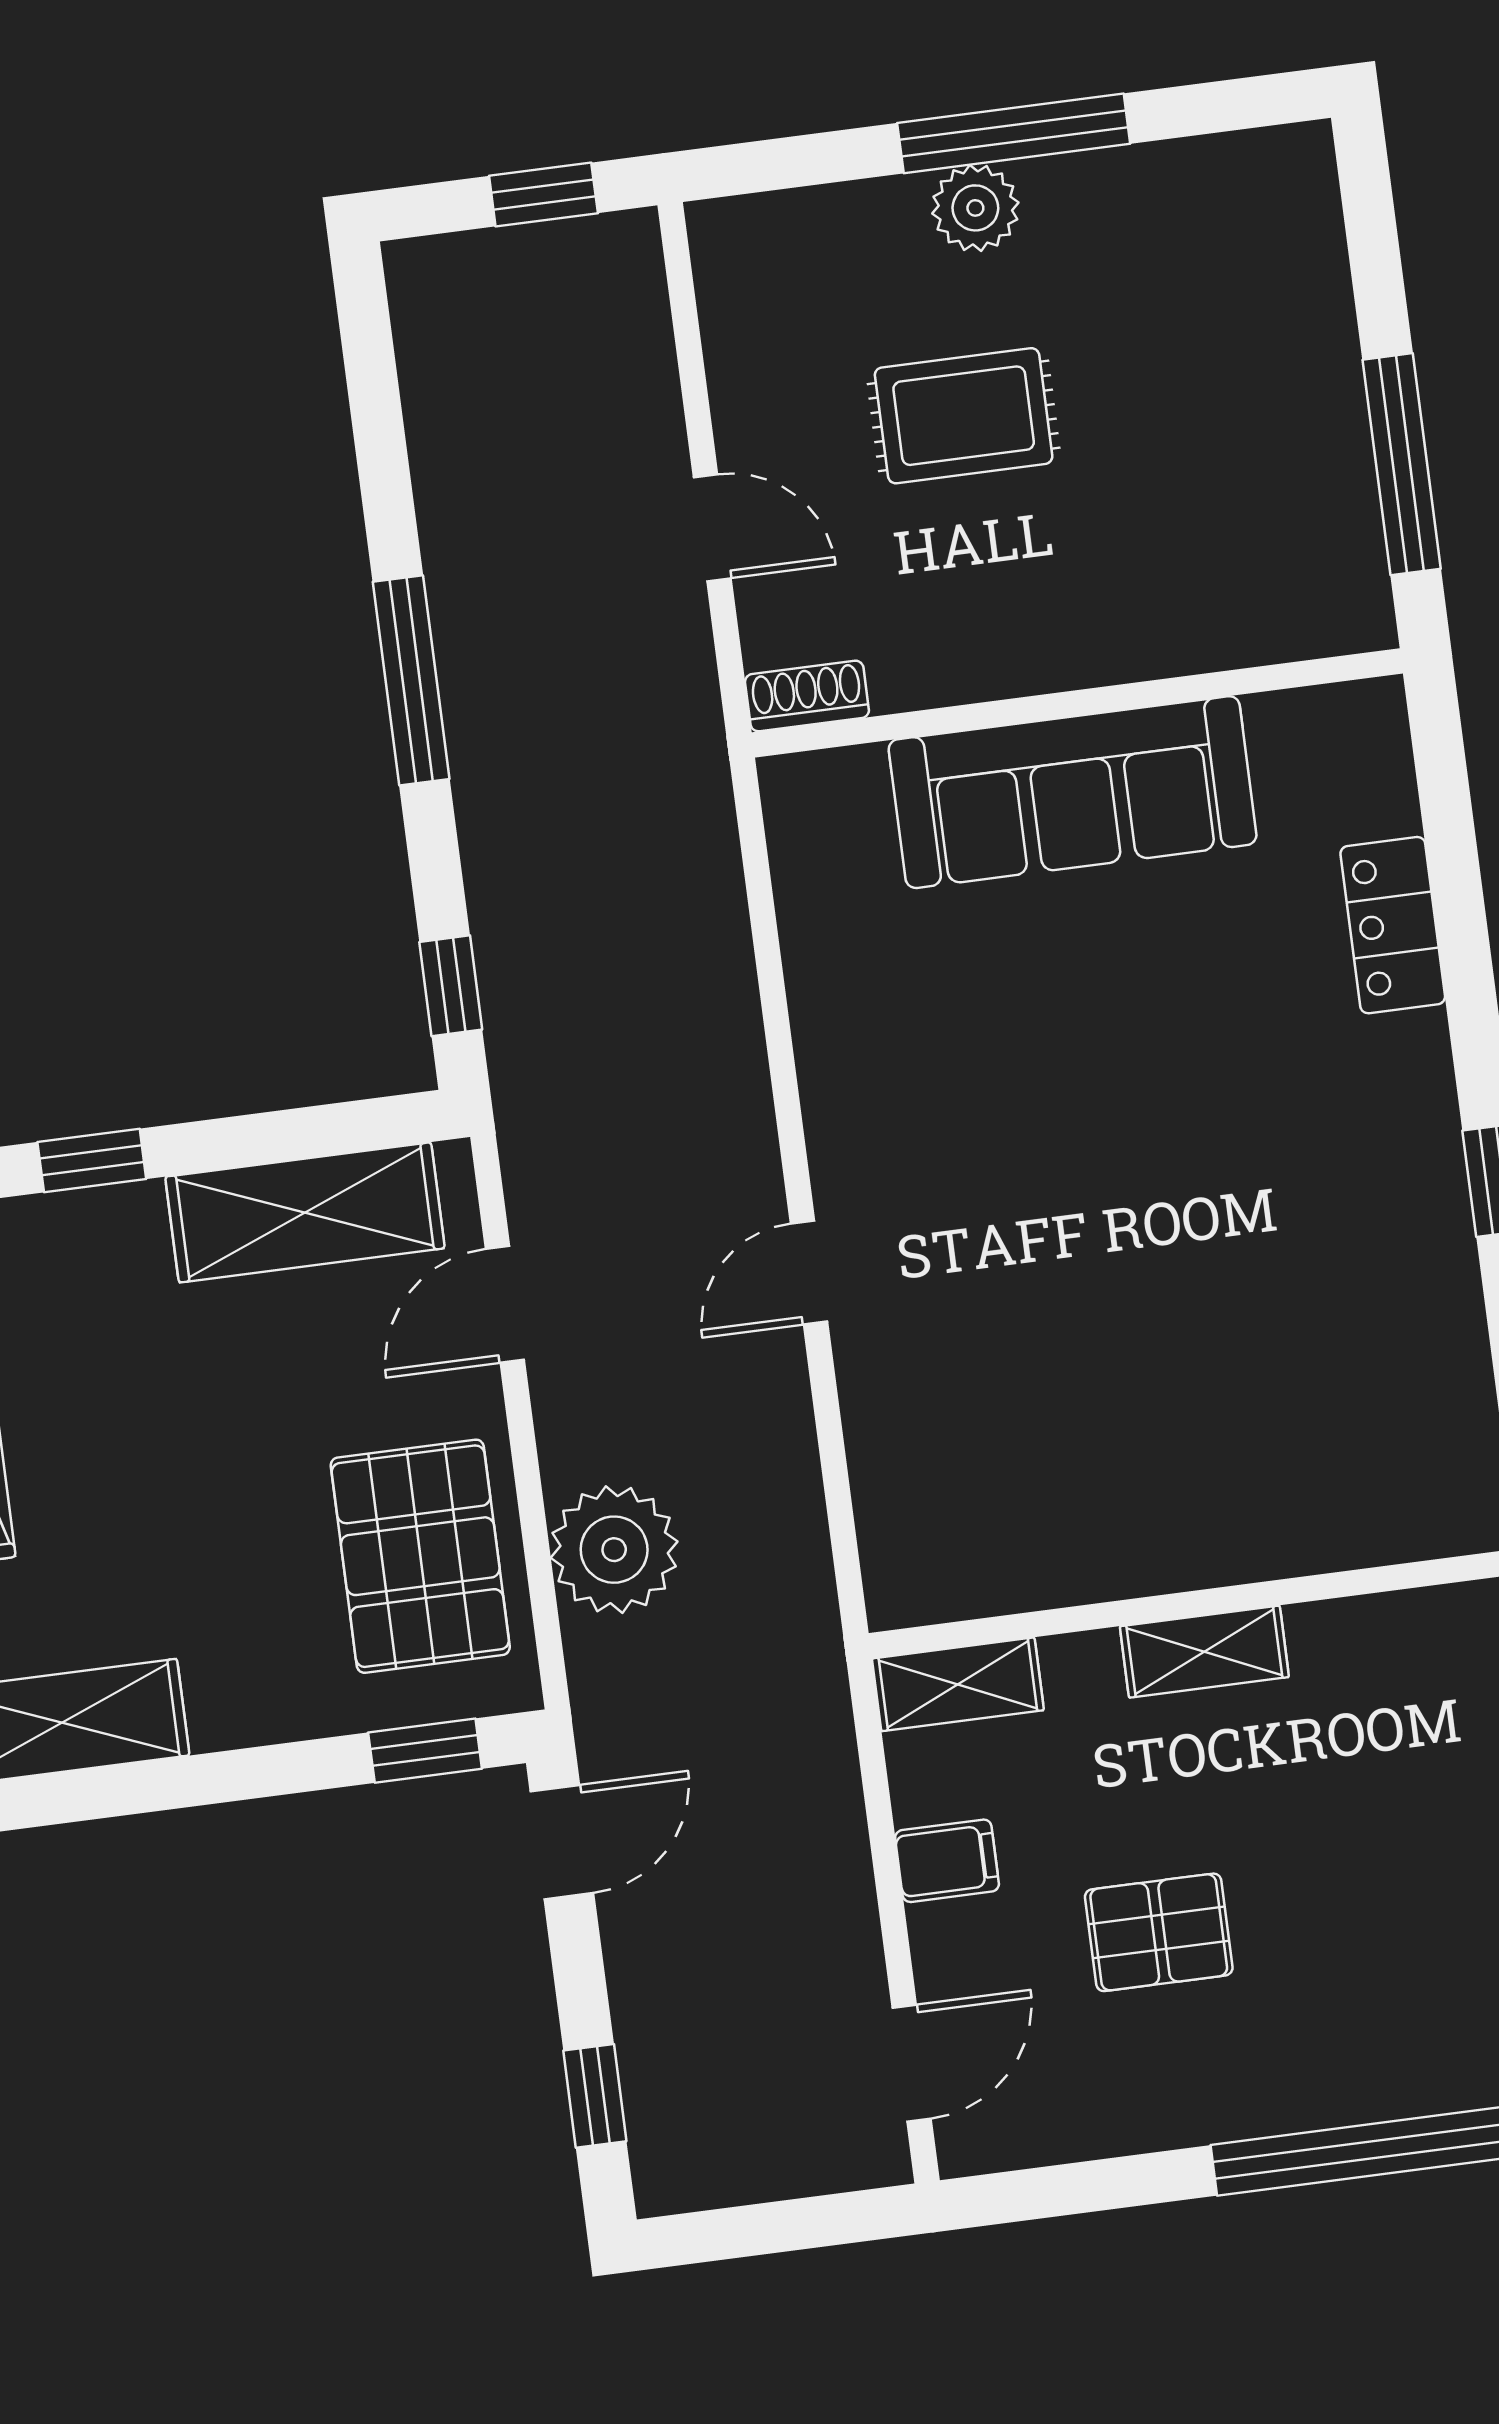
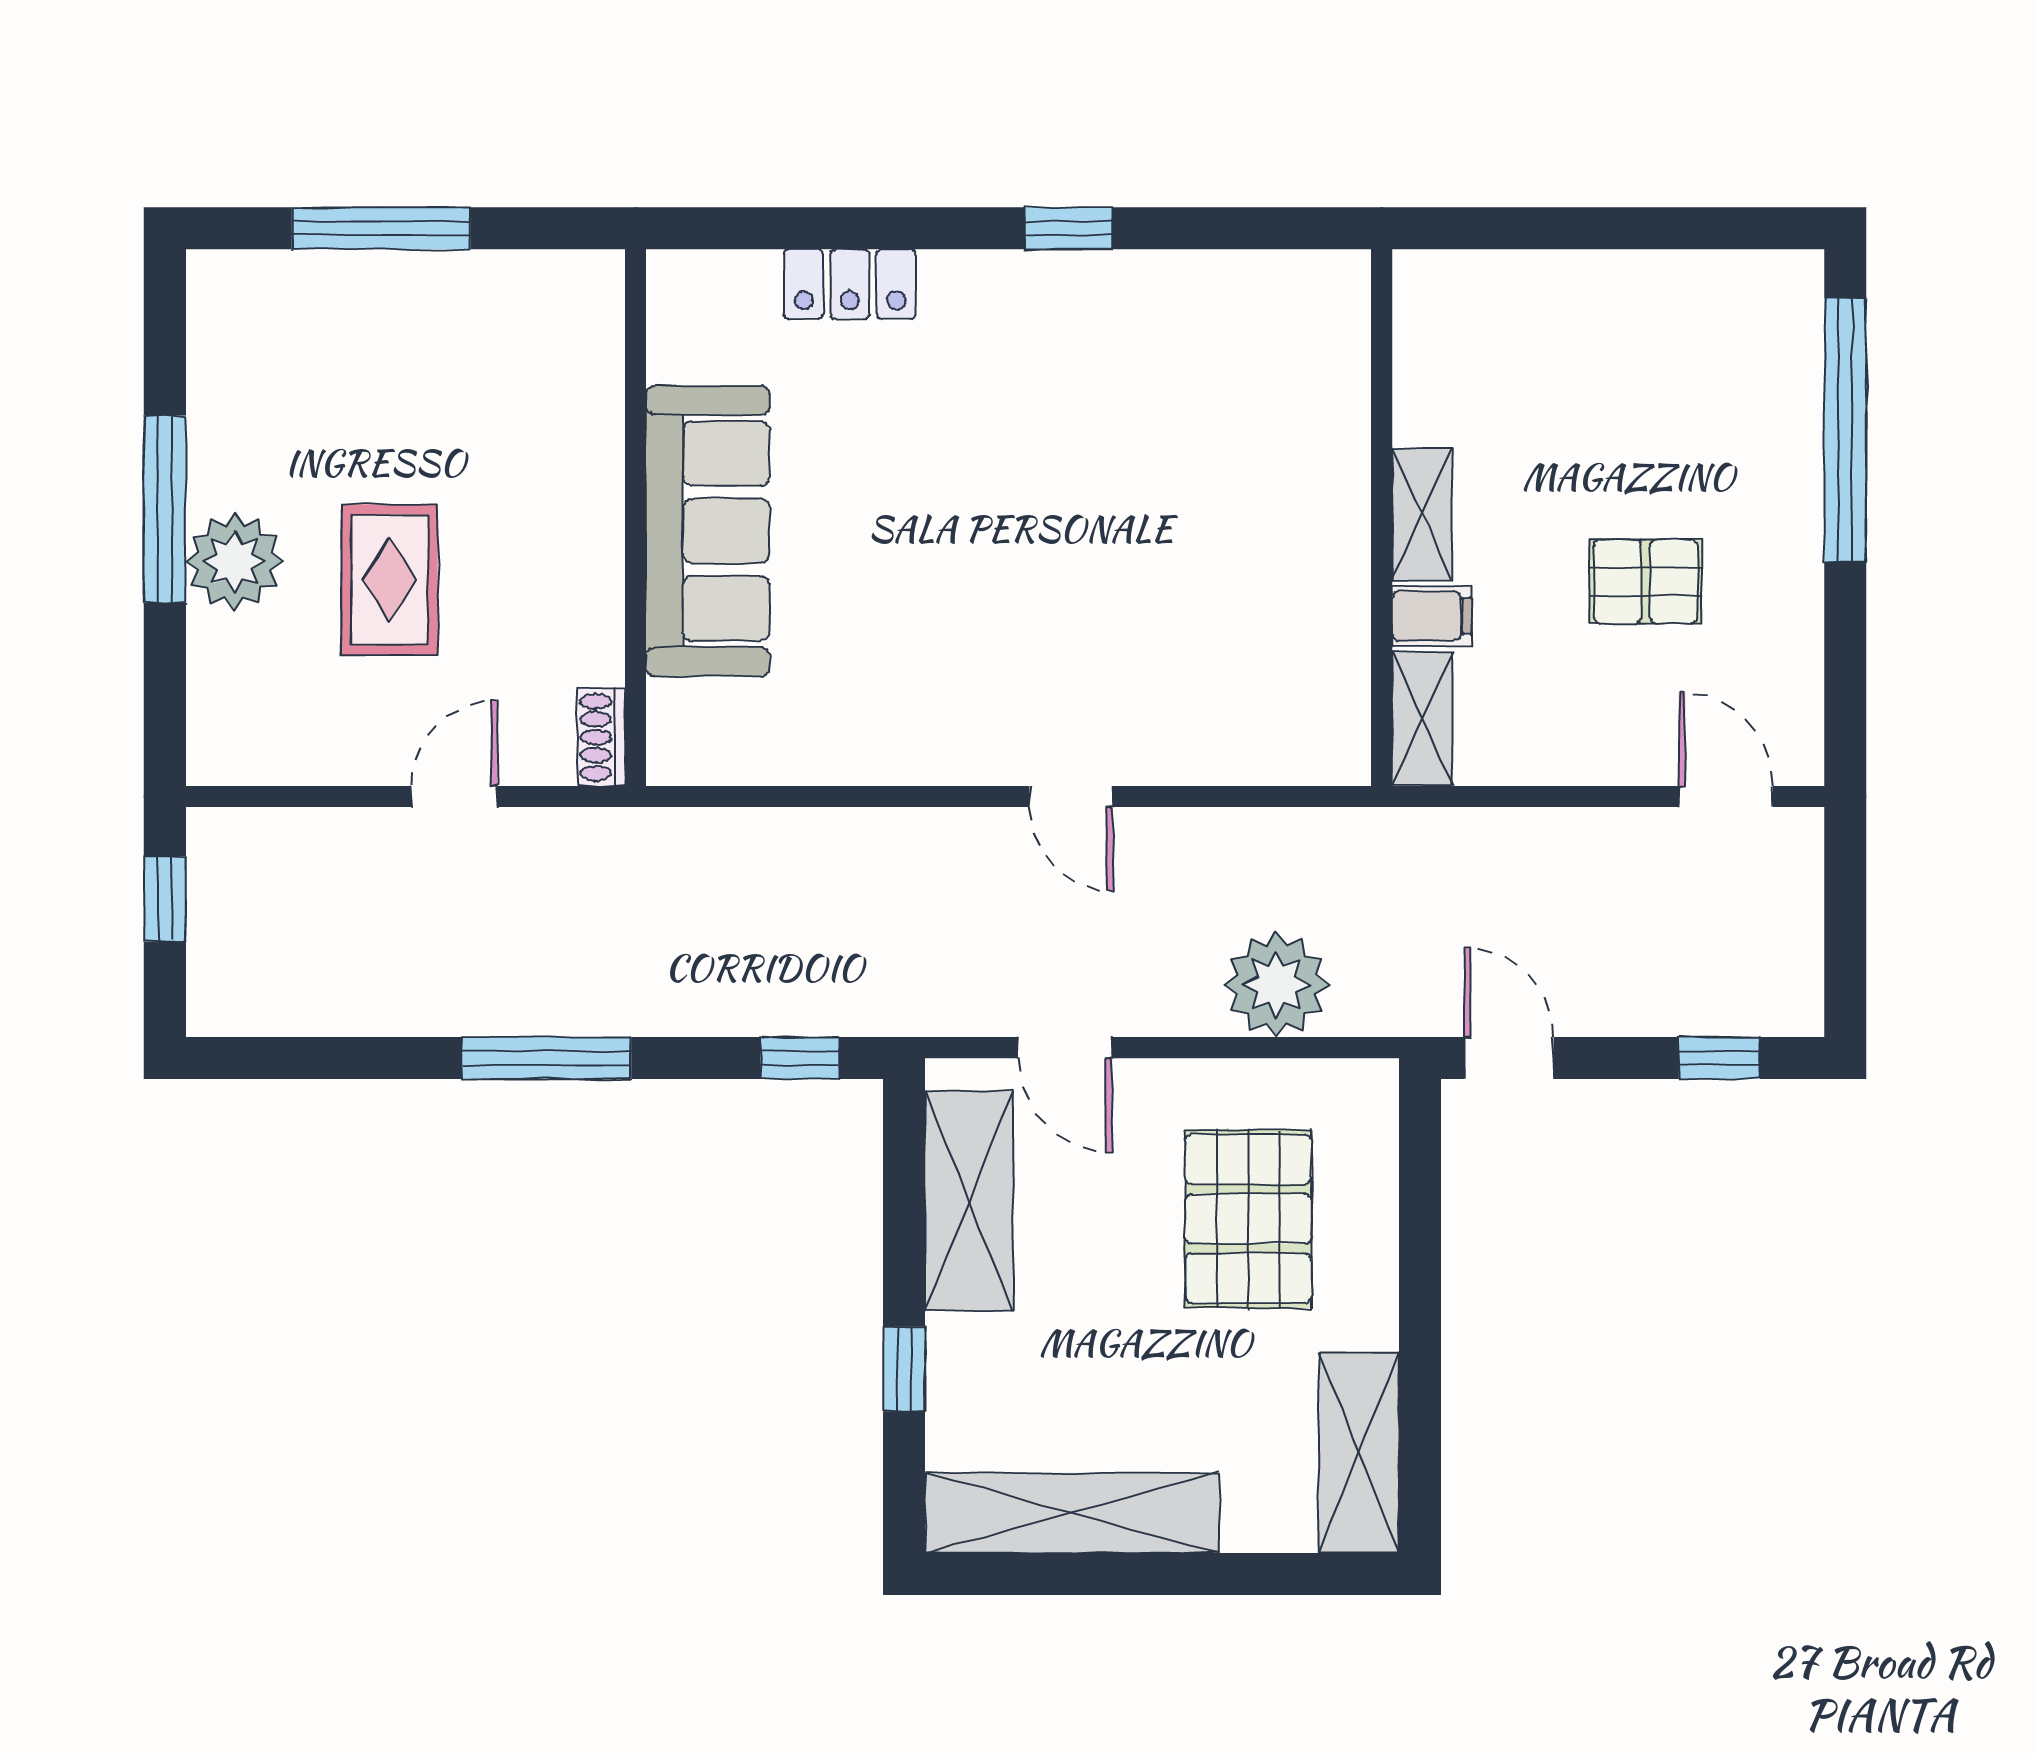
plant: (975, 208) -> (235, 561), width x1.36, depth x1.36
window: (1402, 464) -> (381, 228), moved
pallet: (420, 1556) -> (1248, 1219), moved, turned 90
window: (425, 1751) -> (1420, 1160), removed
filing cabinet: (947, 1861) -> (1432, 616), moved, turned 90
pallet: (1159, 1932) -> (1646, 581), turned 90

